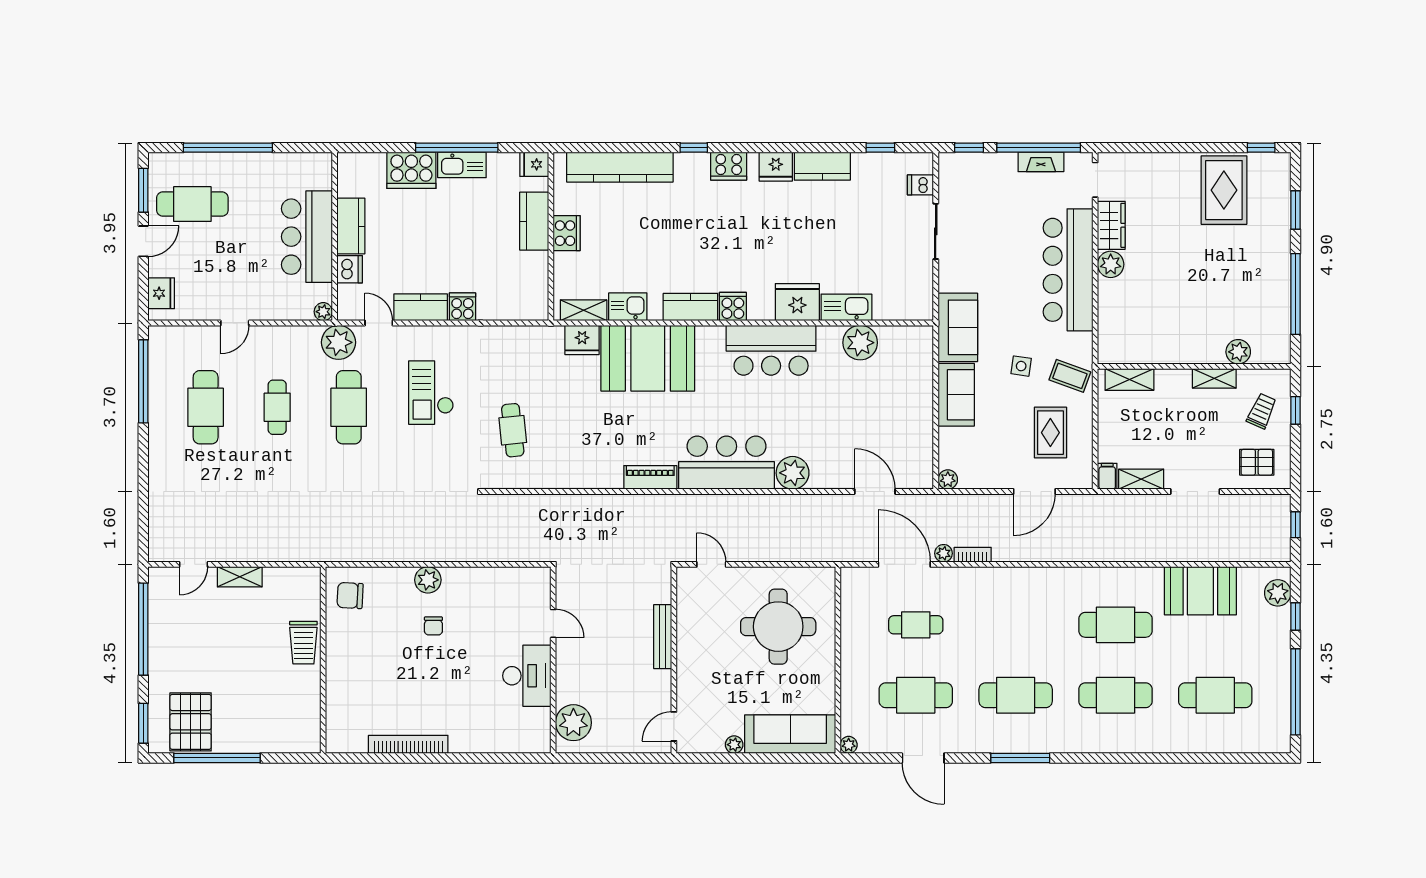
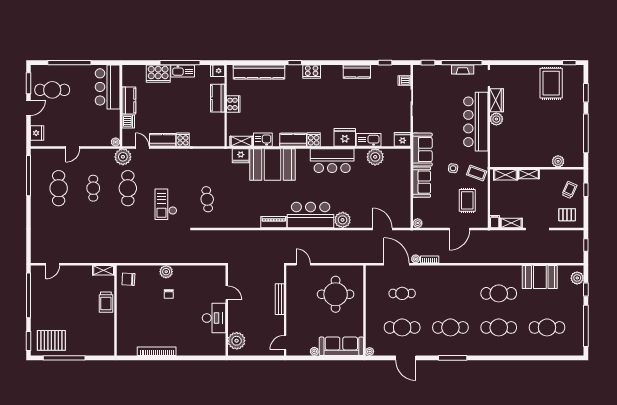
fridge: (776, 167) -> (403, 139), moved, turned 180
bar counter: (307, 237) -> (108, 87), moved
shelving: (1214, 378) -> (529, 174), moved
checkout: (431, 393) -> (166, 204), moved
shelving: (240, 577) -> (104, 270), moved
pallet: (191, 722) -> (51, 340), turned 90

